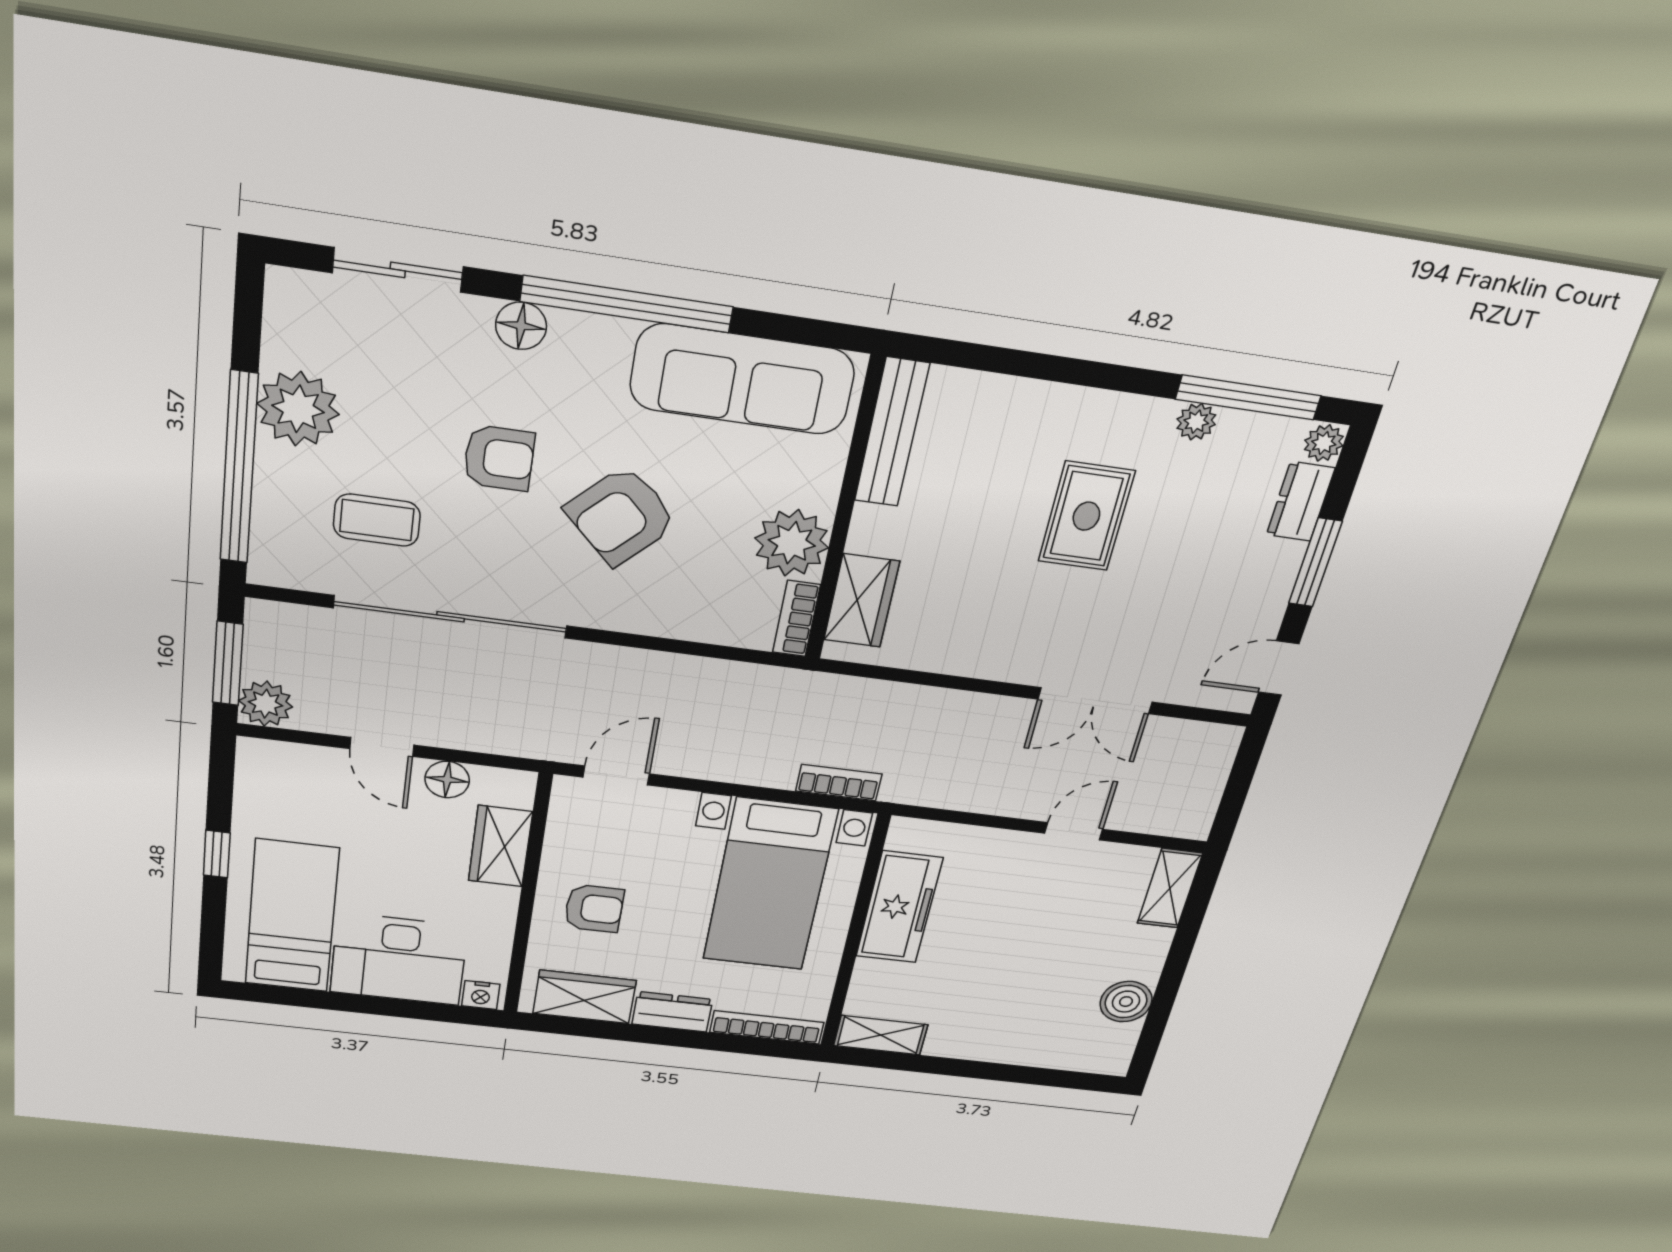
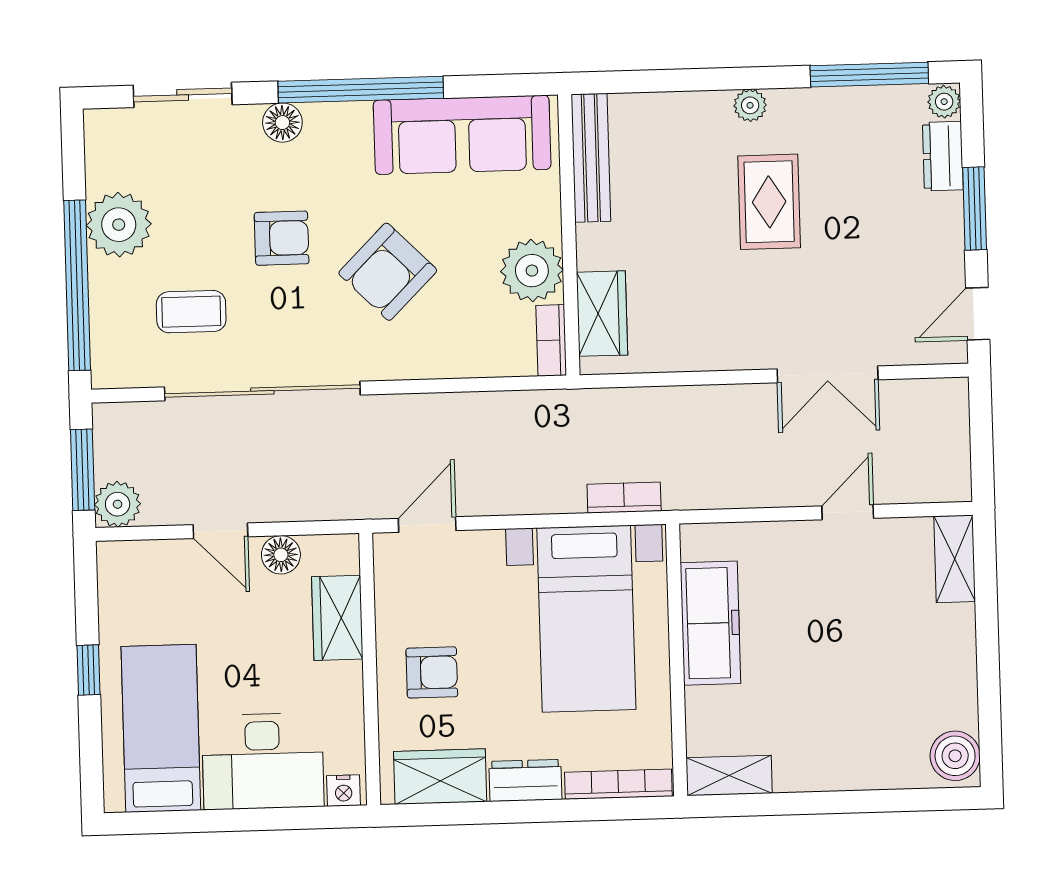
plant: (1196, 422) -> (750, 105), moved
boiler: (1126, 1002) -> (955, 756), moved

